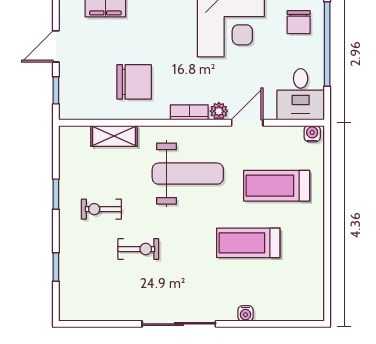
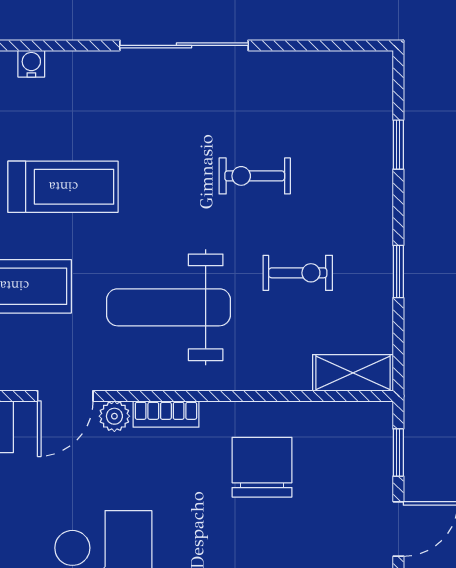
chair: (134, 82) -> (262, 467), turned 90
shelving: (114, 136) -> (353, 373), moved
exercise bike: (101, 209) -> (298, 273), moved
water cooler: (246, 313) -> (31, 64), moved

